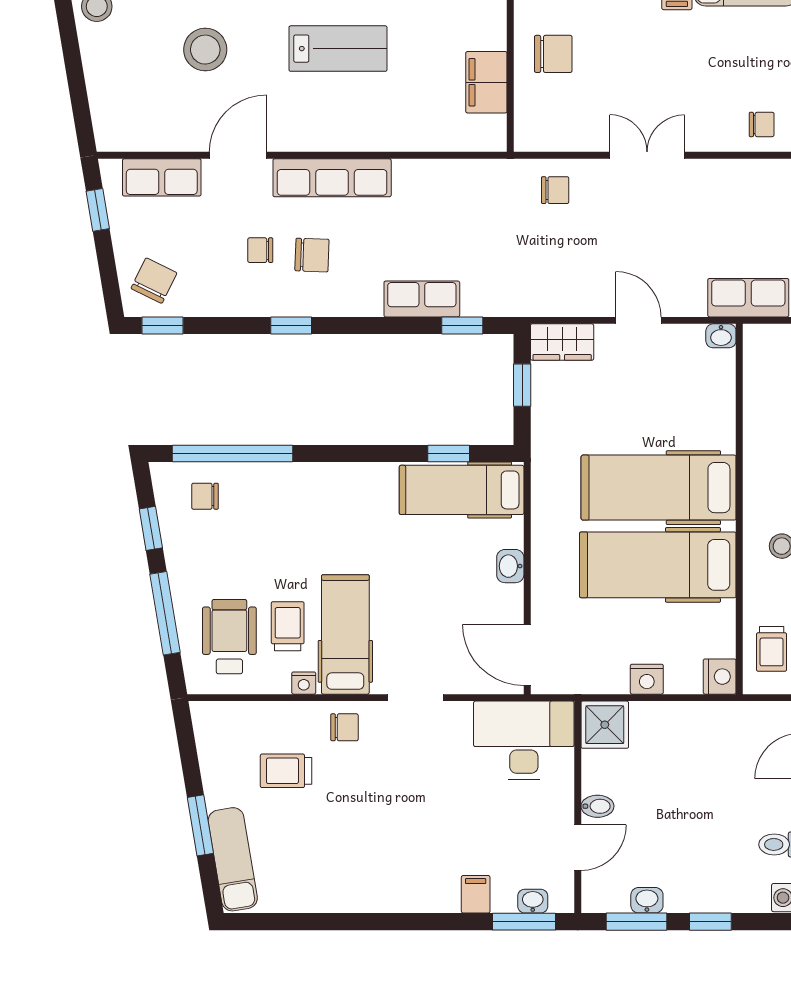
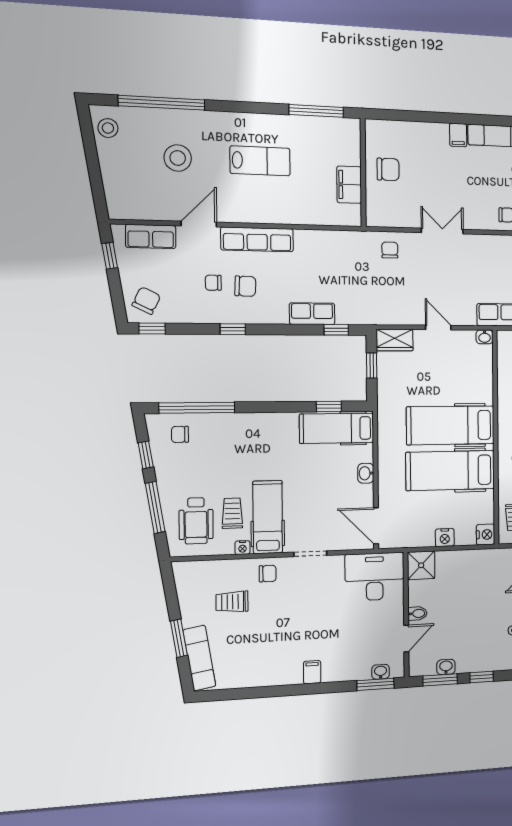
chair: (555, 190) -> (390, 250), turned -90
wheelchair: (229, 637) -> (196, 521), turned 180
filing cabinet: (476, 894) -> (312, 672), moved

